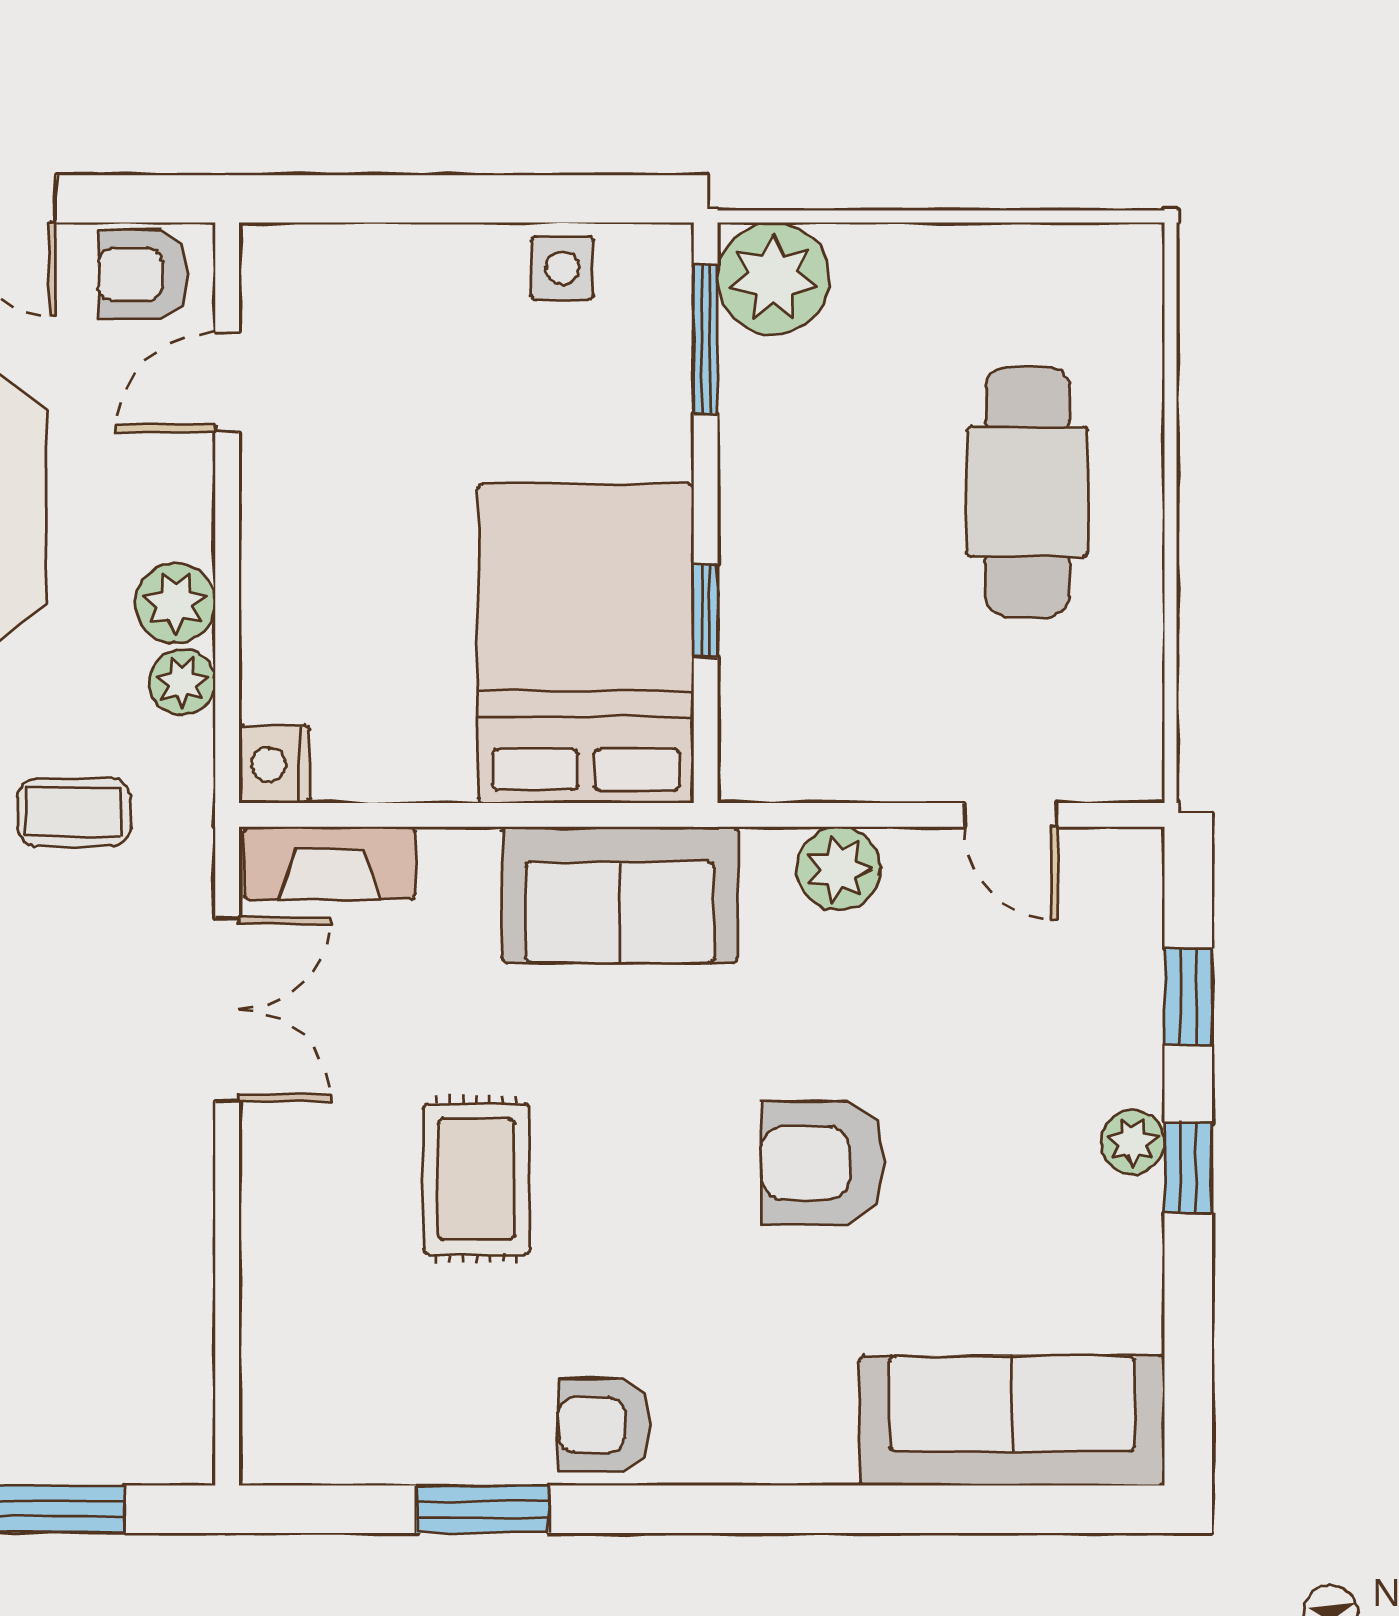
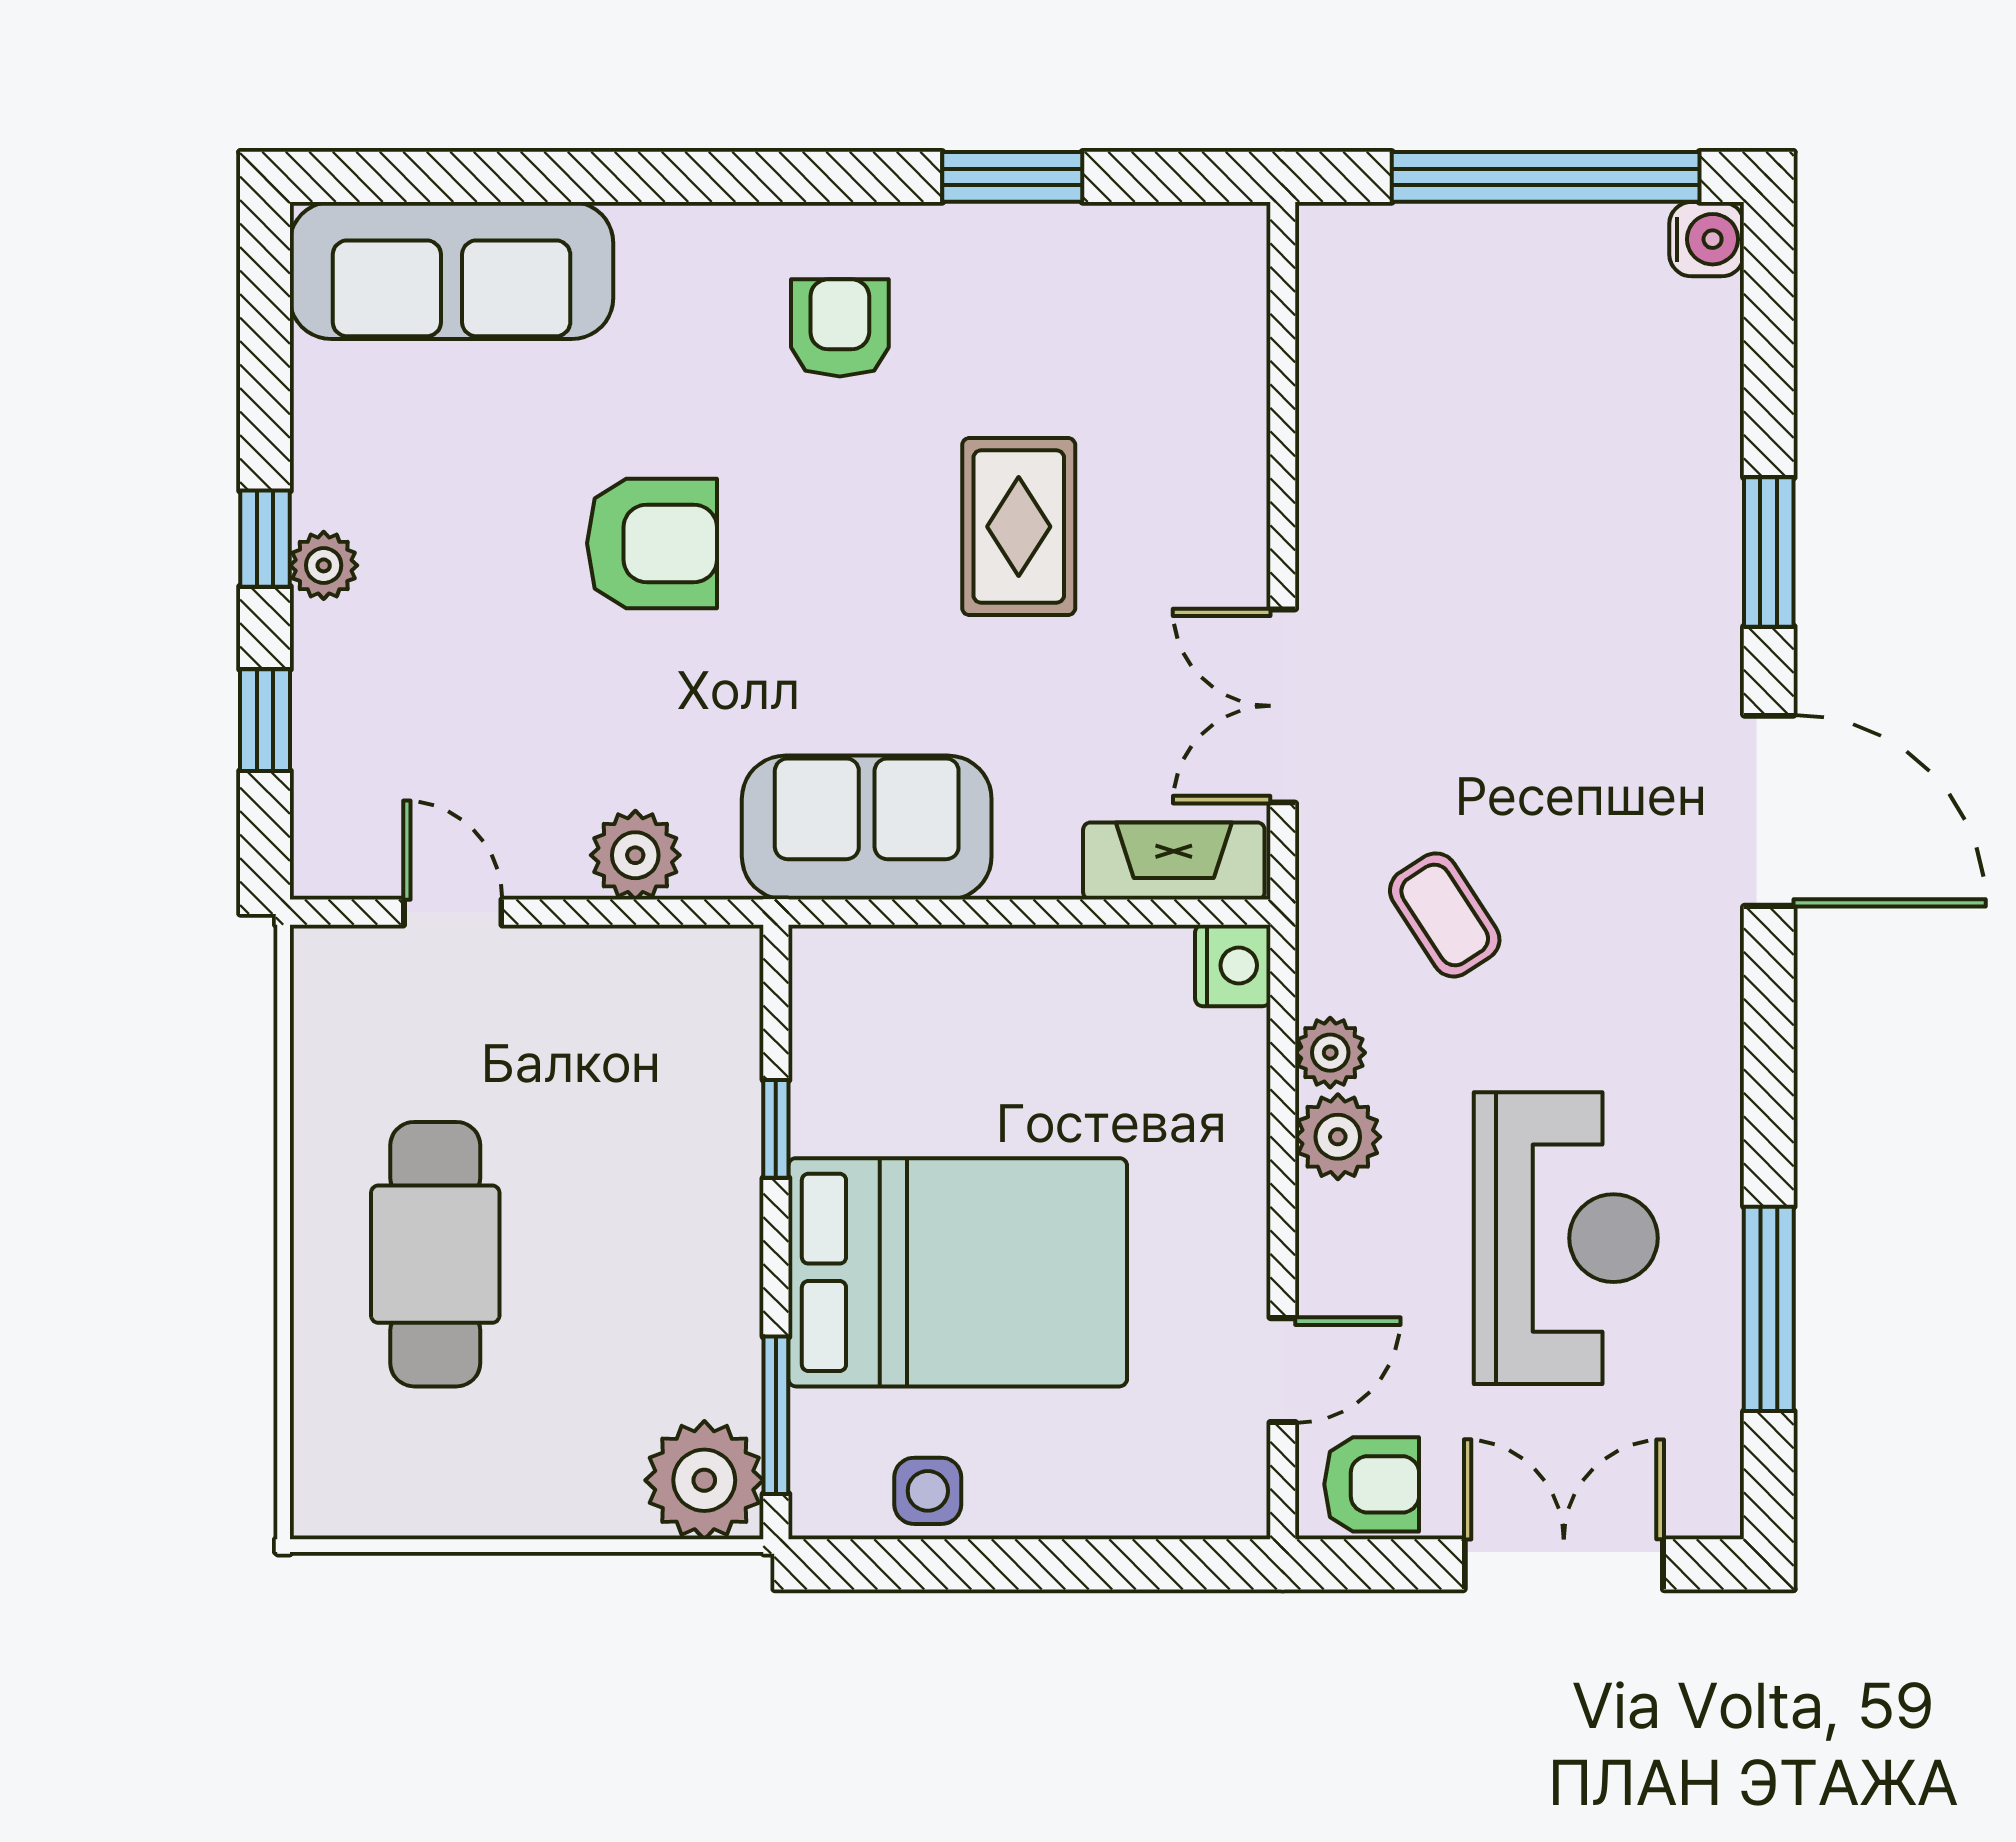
bed: (586, 643) -> (958, 1272), moved, turned -90
coffee table: (74, 812) -> (1445, 915), turned 57
armchair: (605, 1425) -> (840, 328), moved, turned -90

